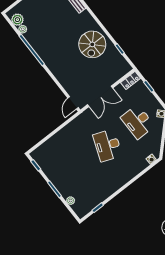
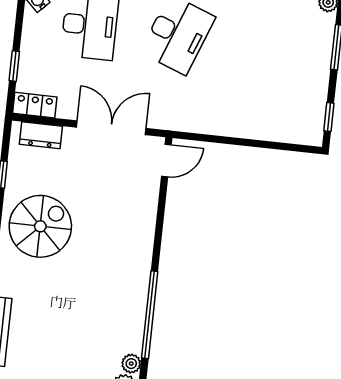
dresser: (120, 73) -> (41, 135), added

